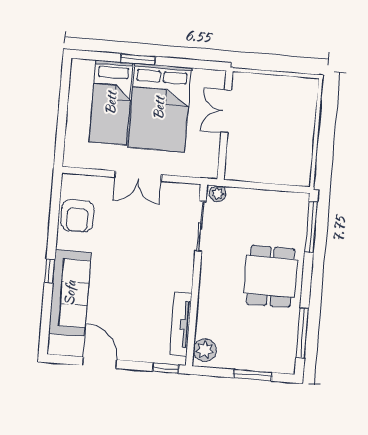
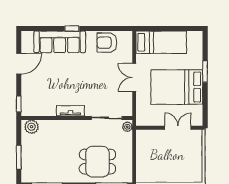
bed: (111, 103) -> (161, 42), moved, turned 180
dining table: (271, 276) -> (97, 162), moved
tv unit: (181, 324) -> (70, 111), moved, width x0.71

